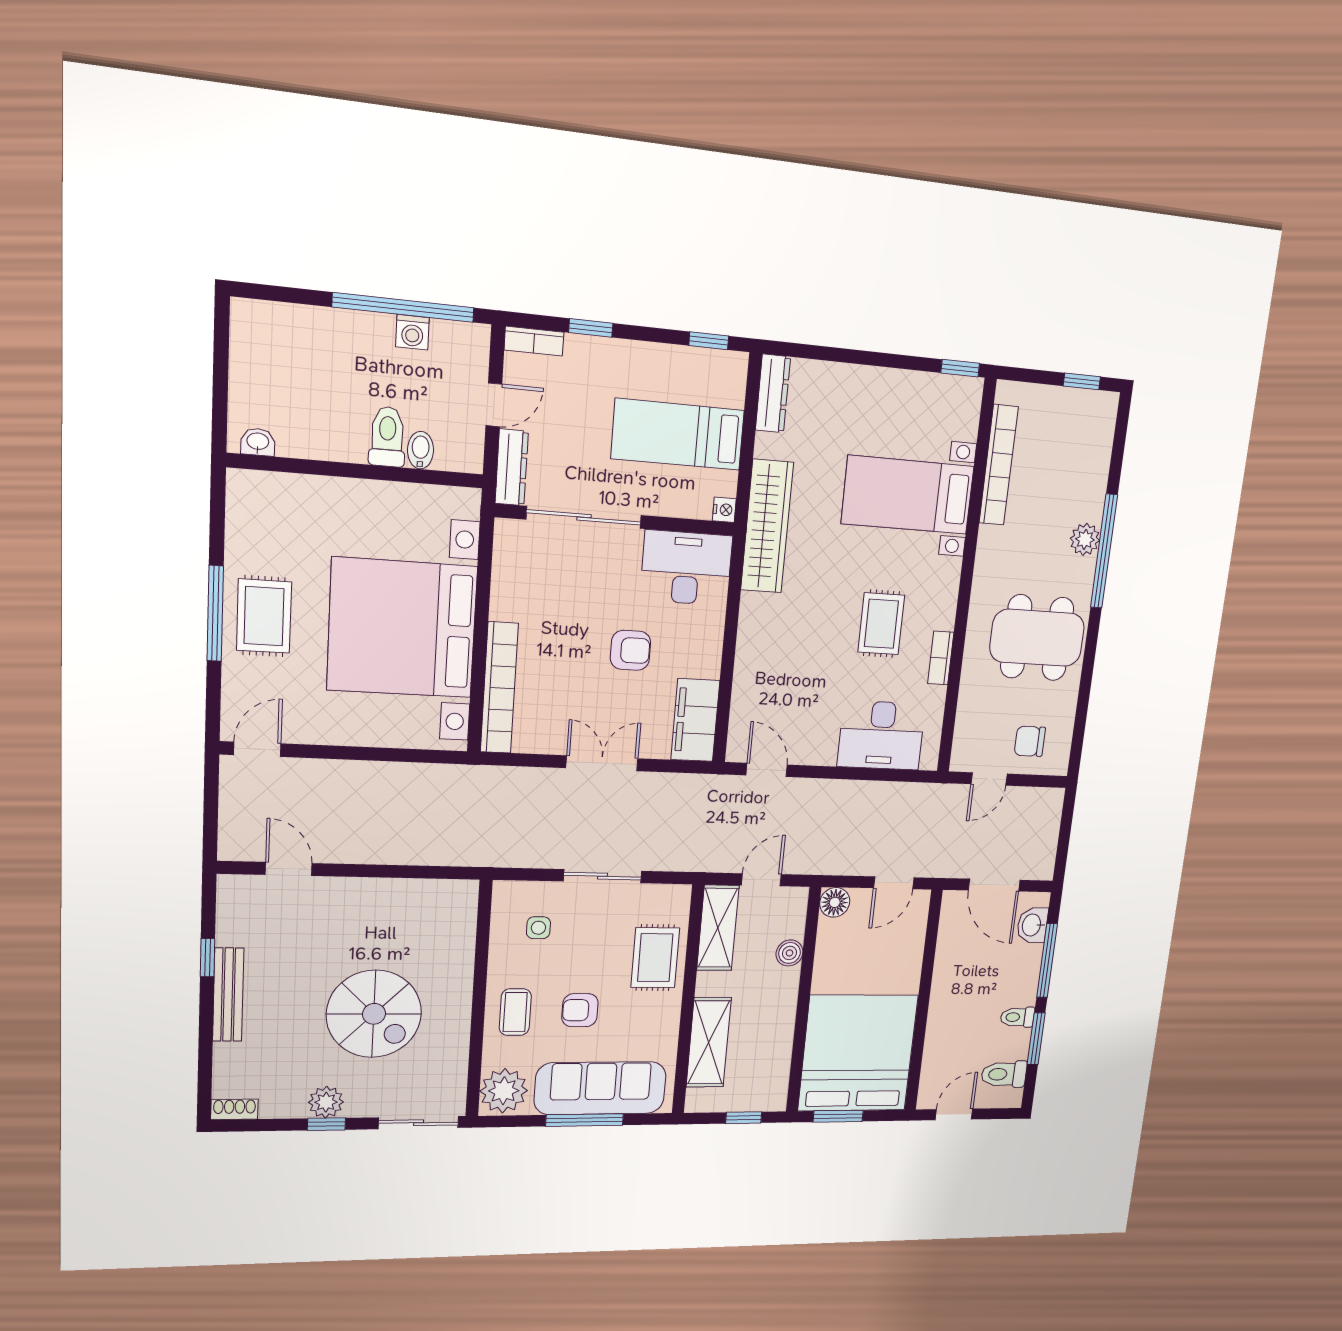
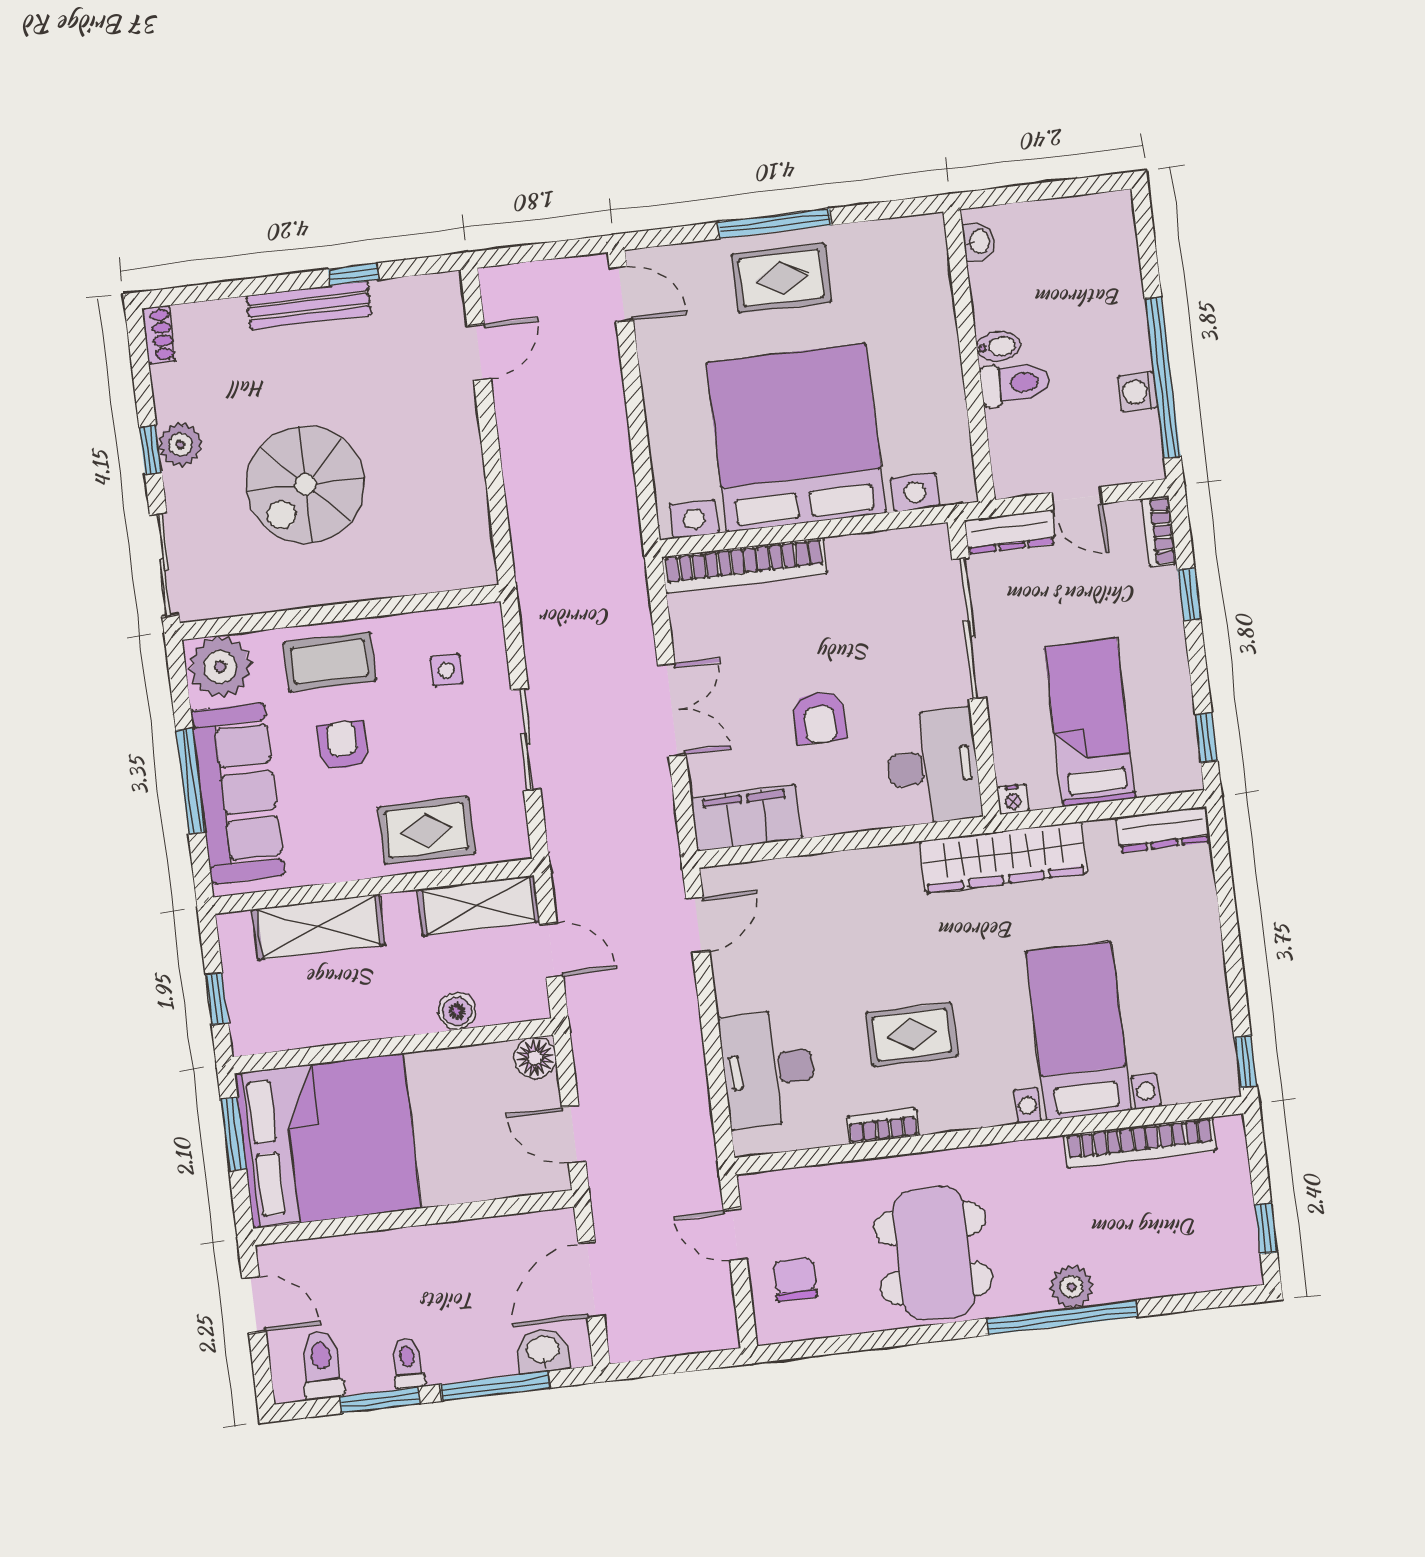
bidet: (420, 450) -> (998, 346), moved
coffee table: (515, 1012) -> (330, 662), width x1.36, depth x1.30

